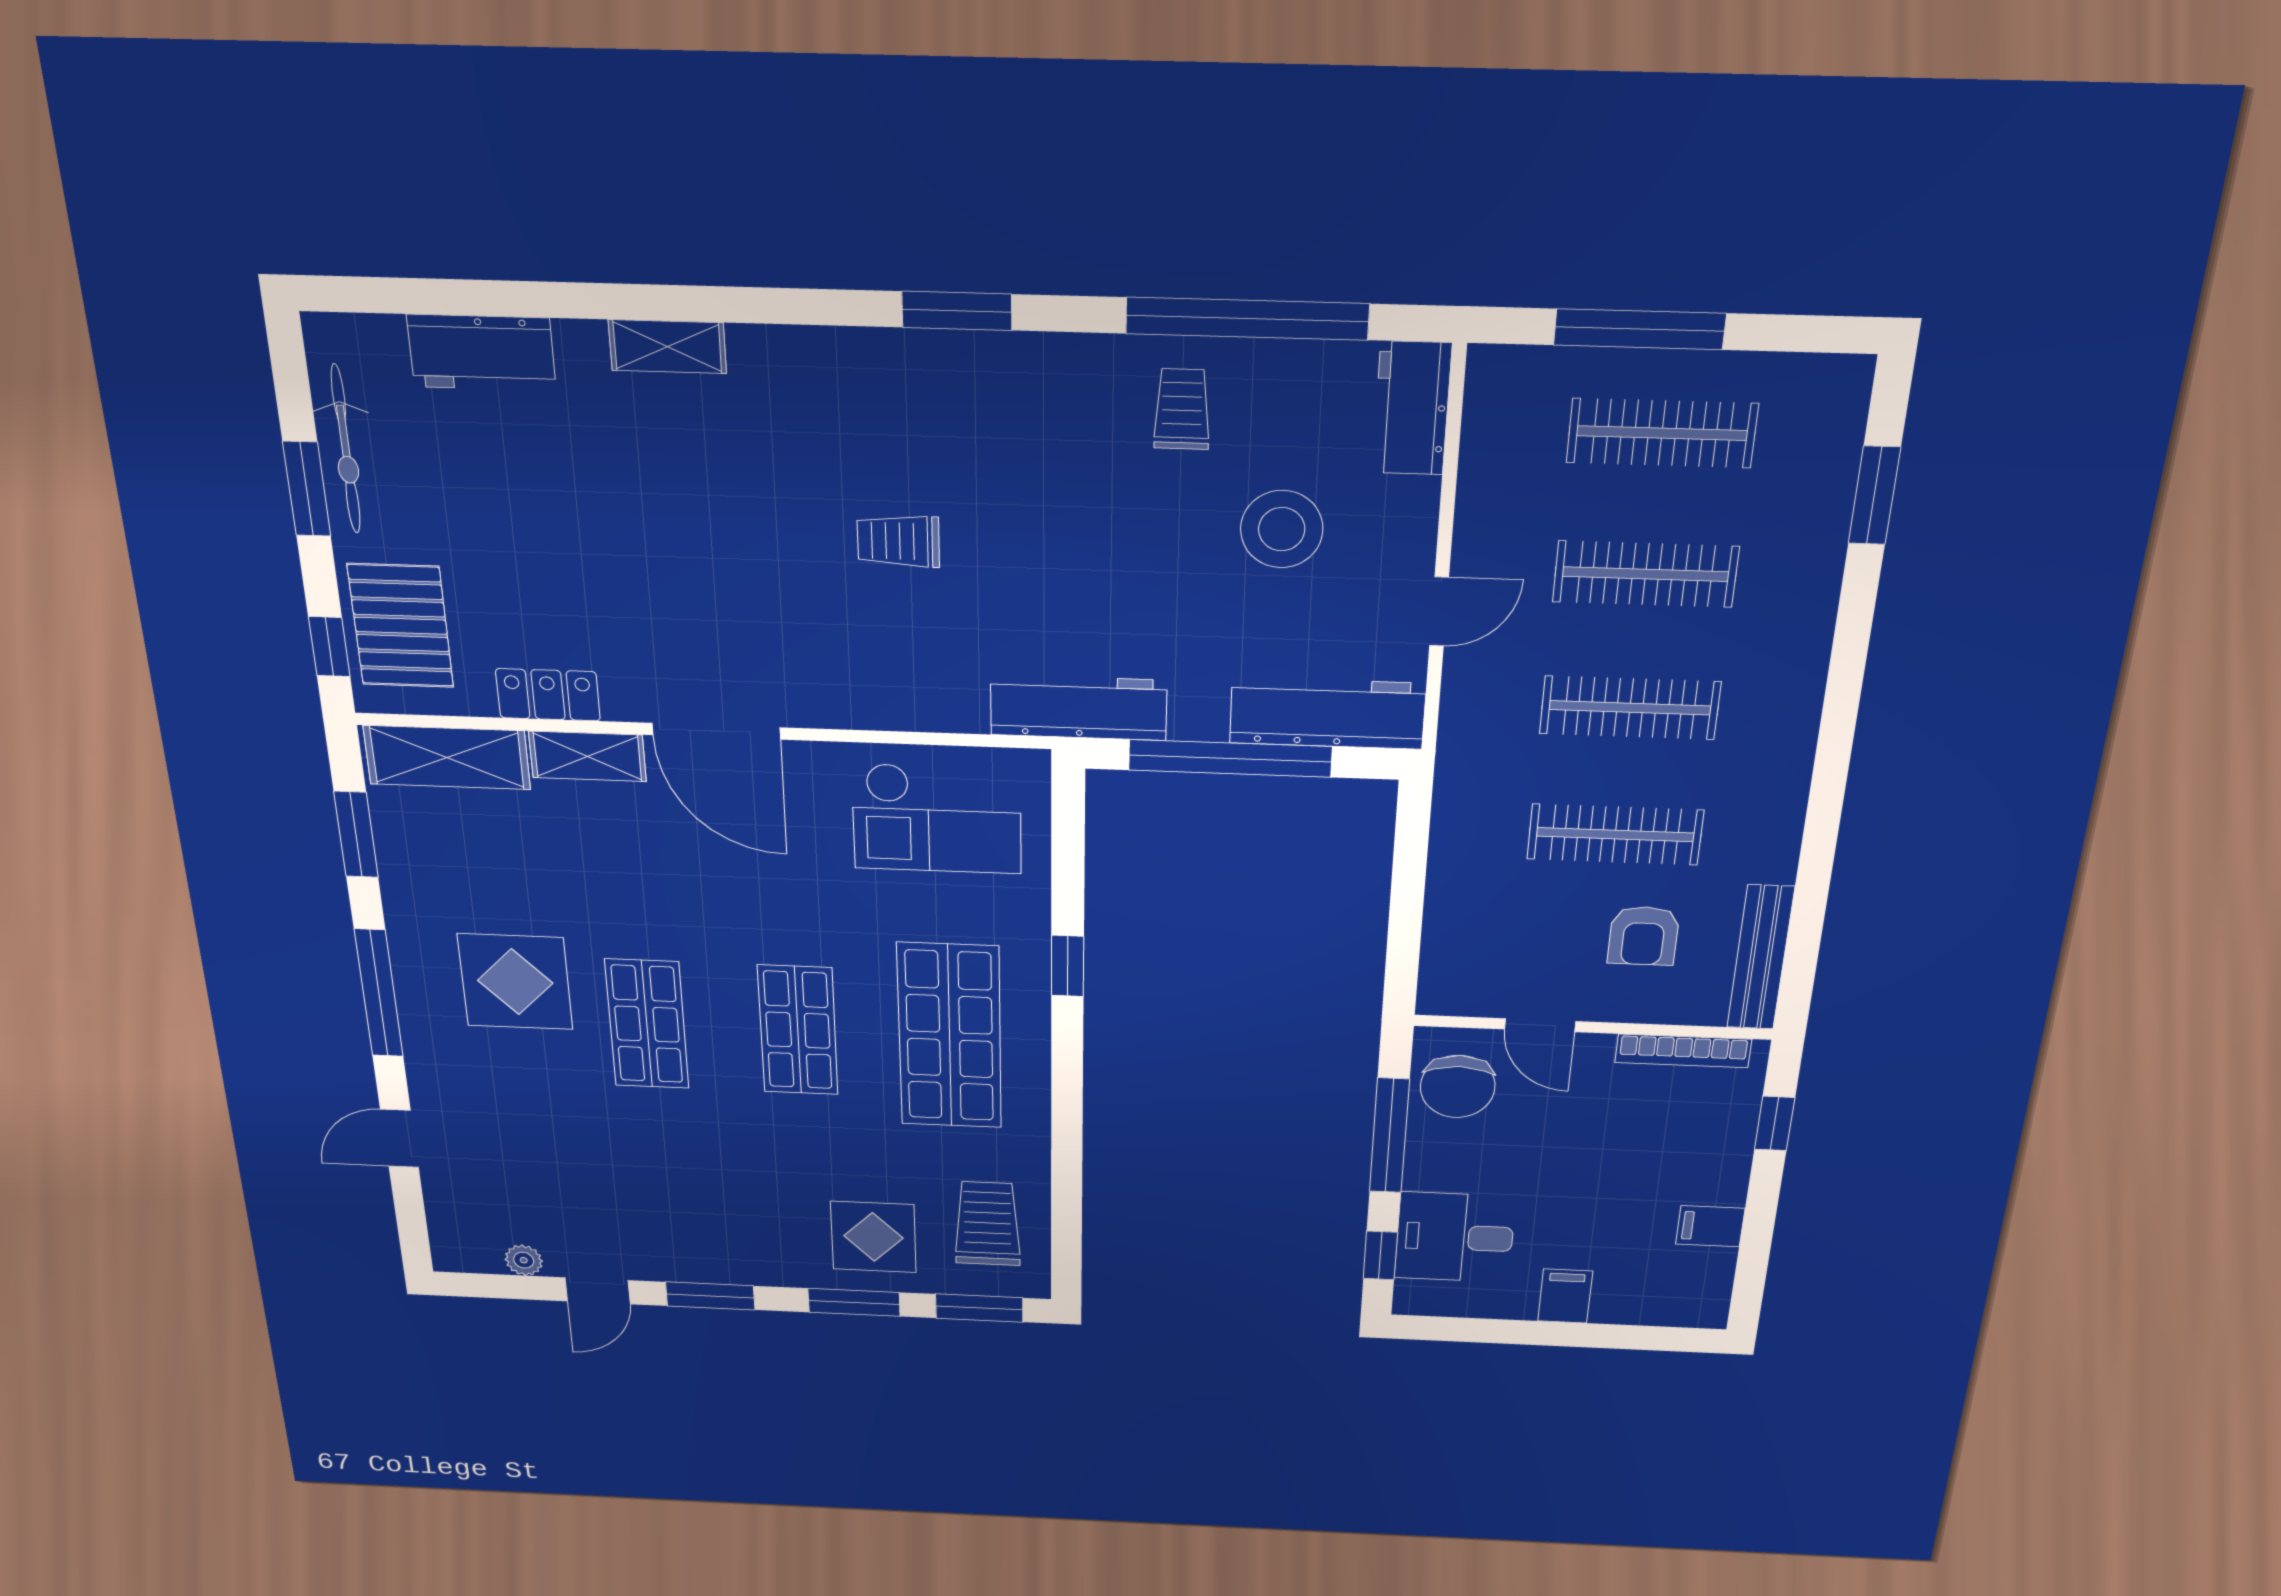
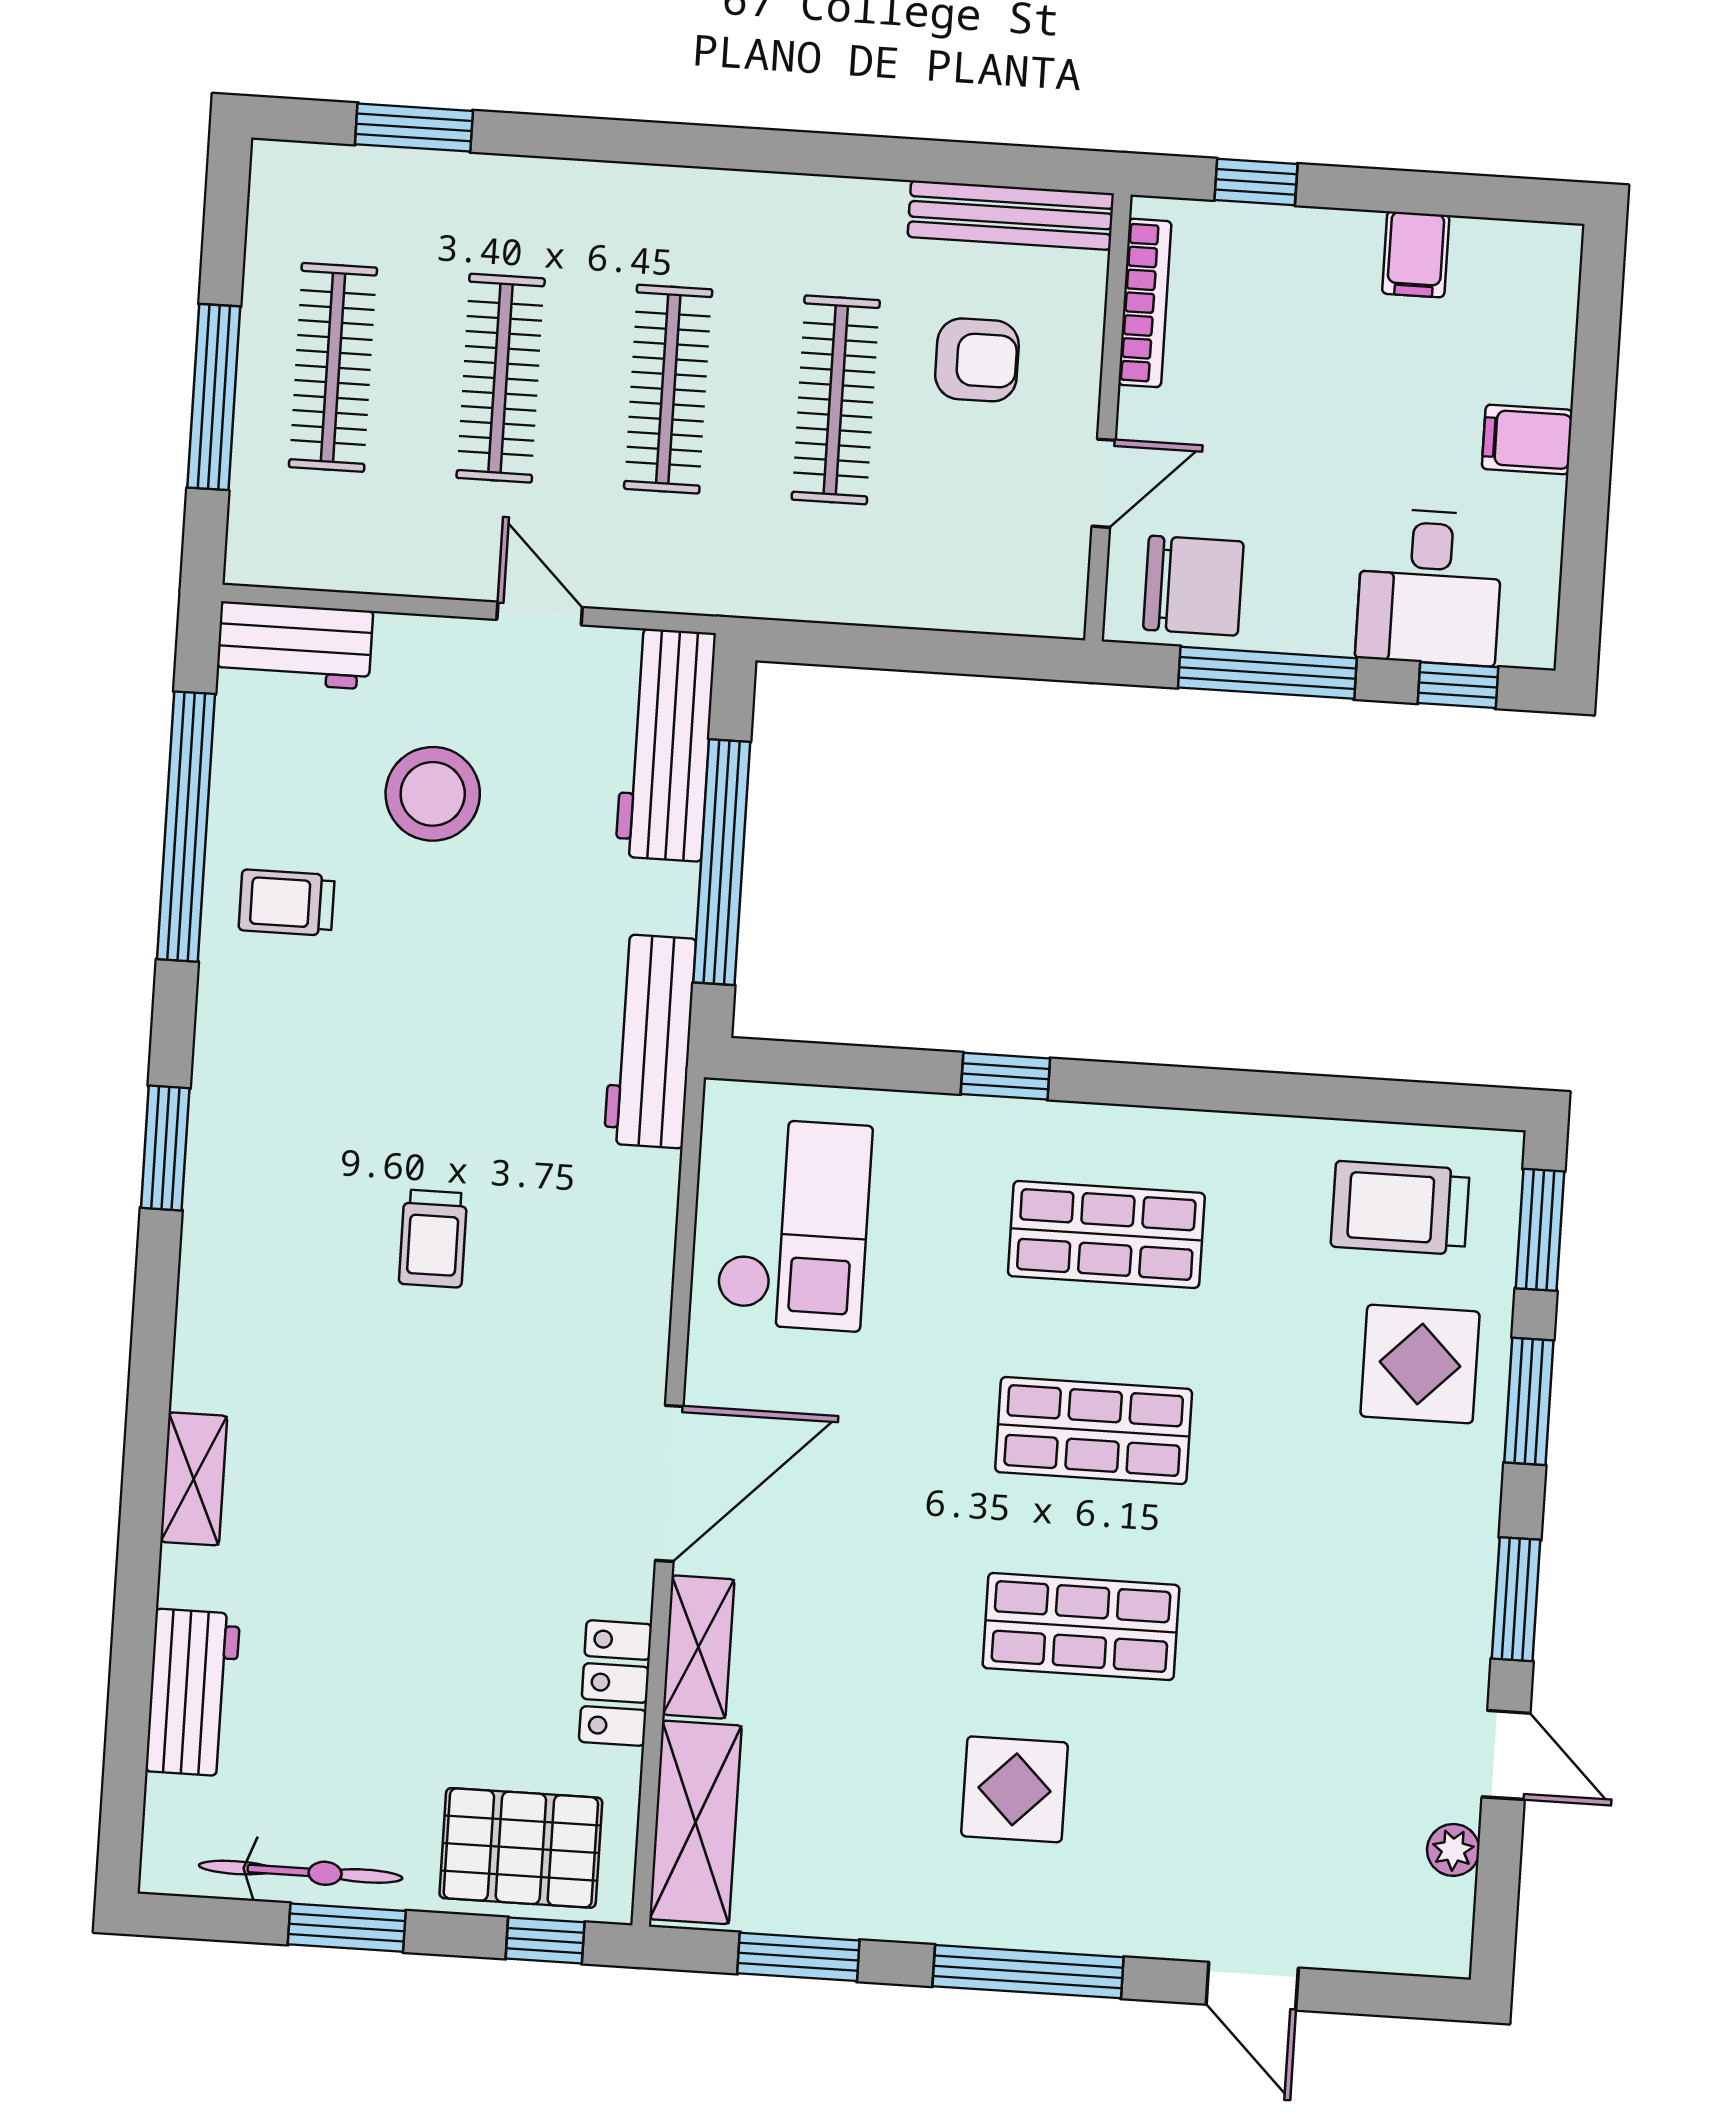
display table: (515, 982) -> (1014, 1789), width x0.73, depth x0.73
shop shelf: (950, 1036) -> (1106, 1235), width x0.70, depth x0.74

